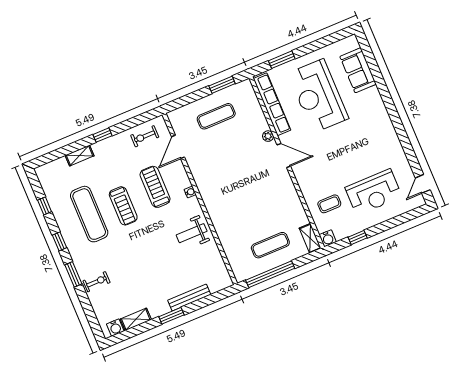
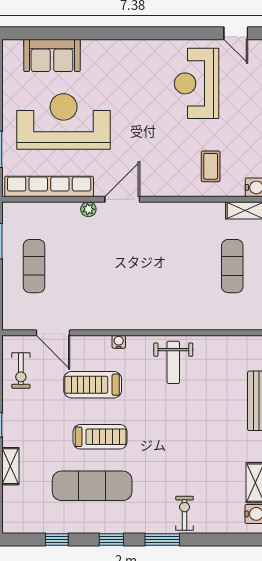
reception desk: (318, 96) -> (64, 122), turned 180
reception desk: (374, 192) -> (197, 83), moved, turned 180

